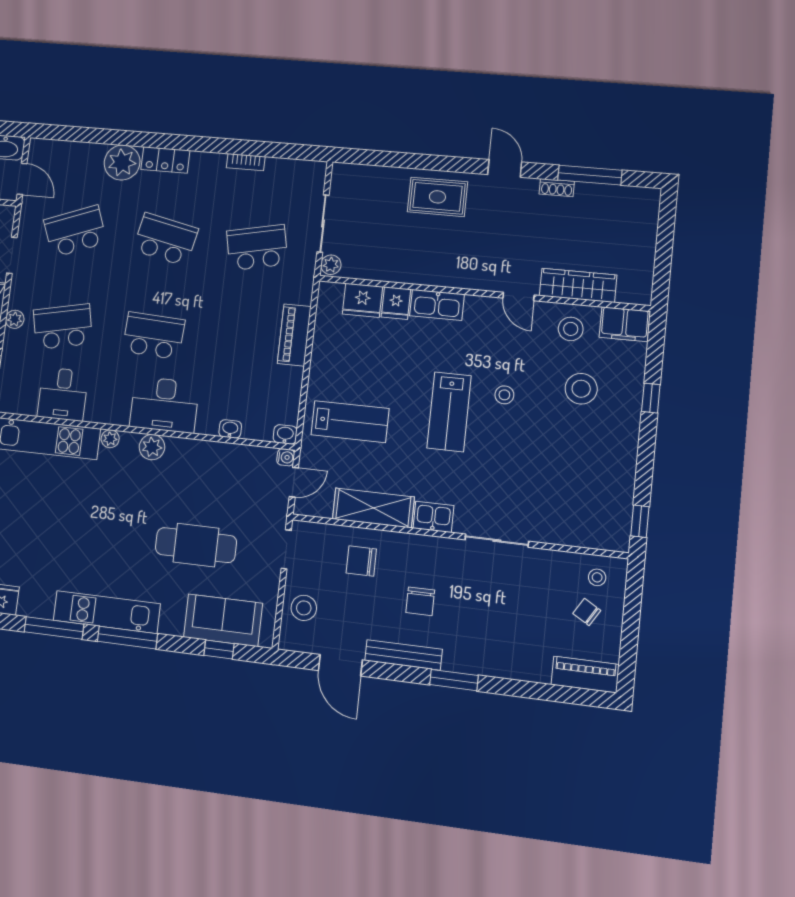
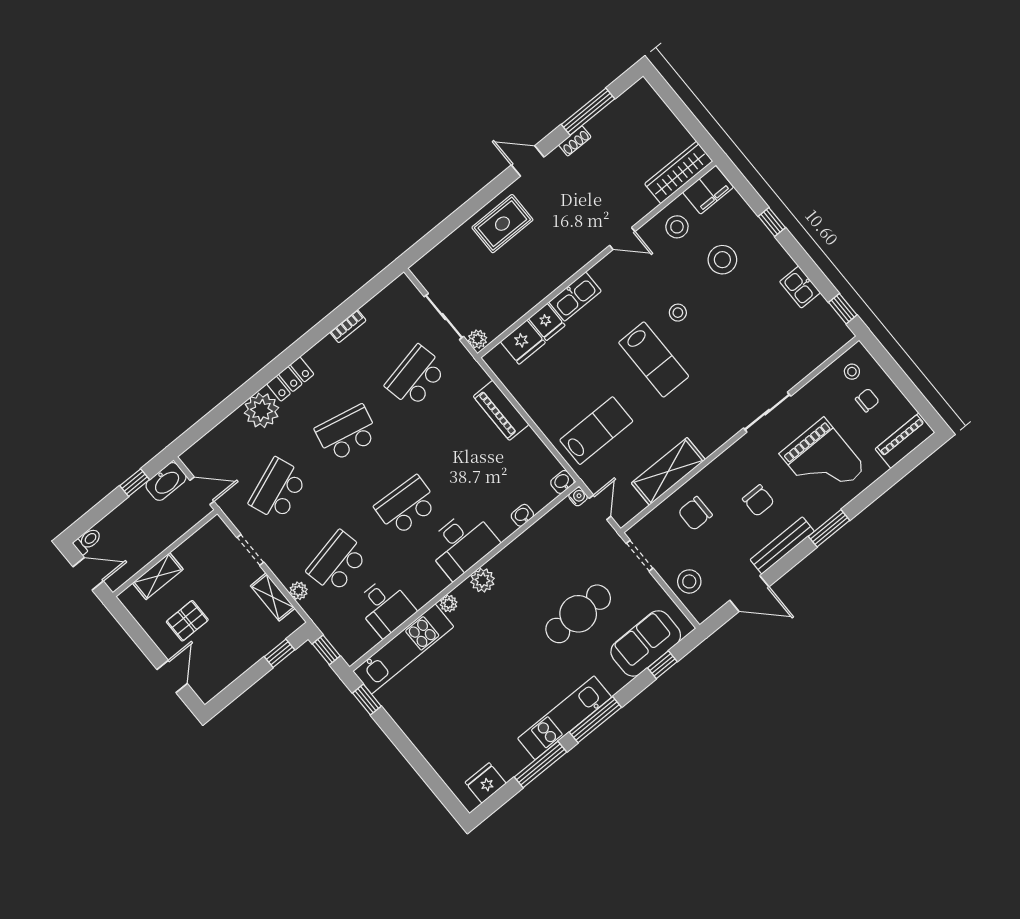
wardrobe: (578, 285) -> (679, 172), moved
kitchen sink: (433, 517) -> (800, 287), moved, turned -90
chair: (587, 612) -> (867, 400), turned 149
grand piano: (502, 623) -> (823, 461), added

